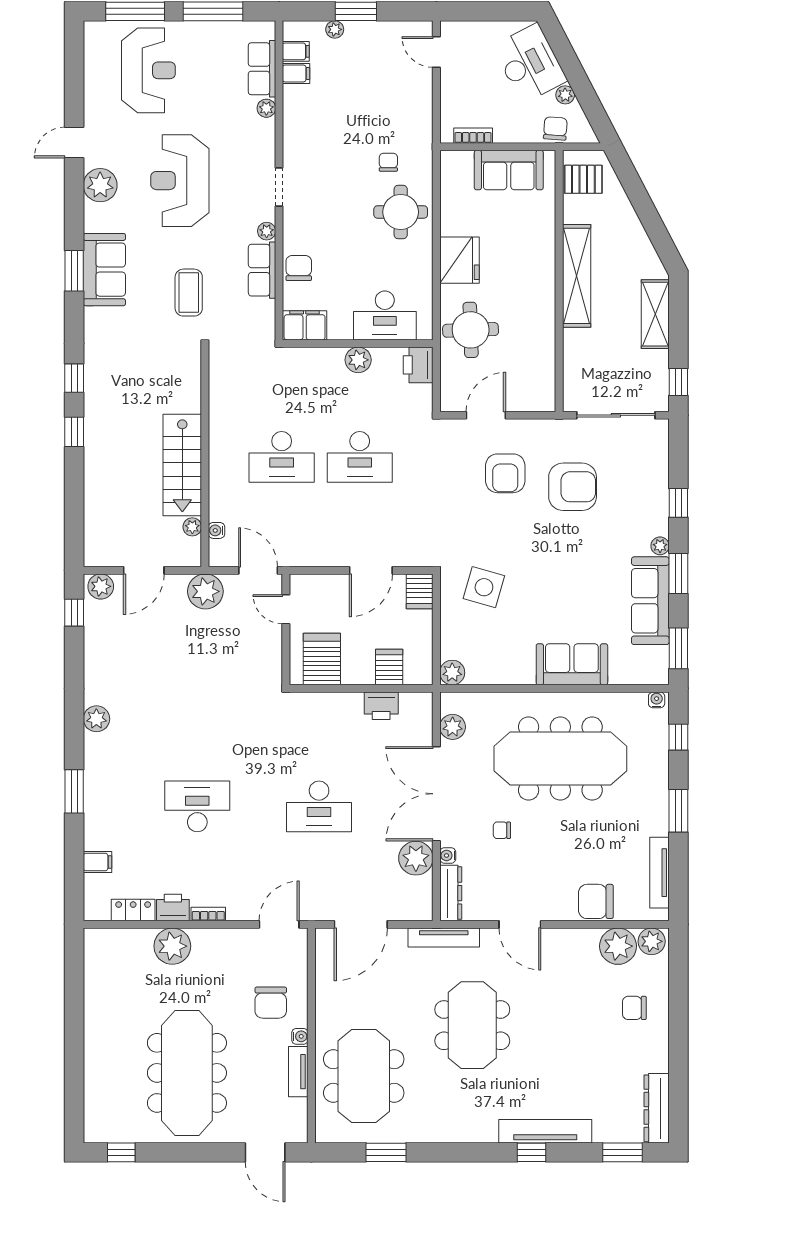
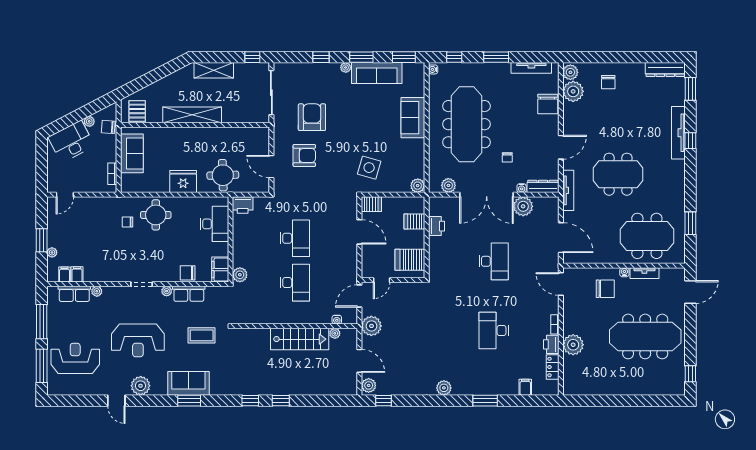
plant: (358, 360) -> (240, 275), moved

